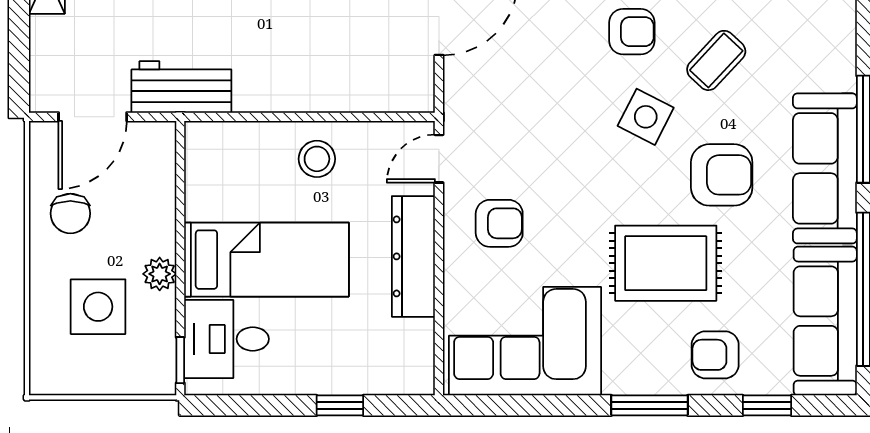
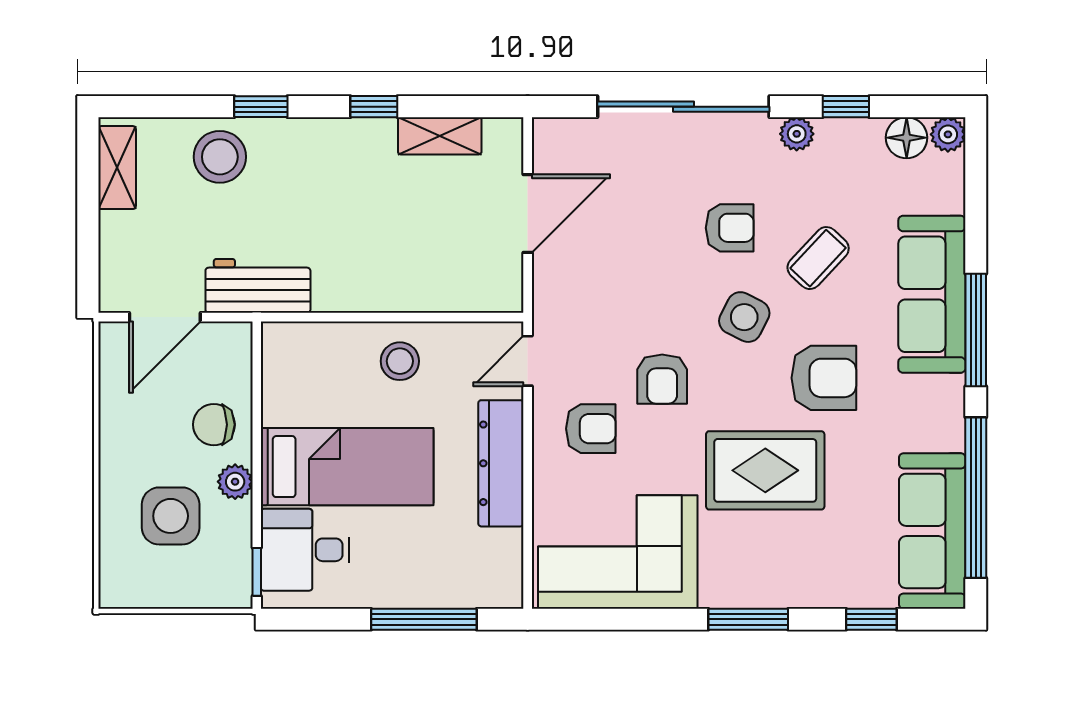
sofa: (825, 168) -> (932, 294), moved
chair: (70, 213) -> (214, 425), moved, turned 90
armchair: (715, 355) -> (662, 379), moved, turned -90
window: (340, 405) -> (424, 619), width x2.17

